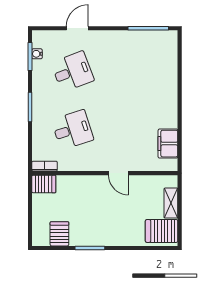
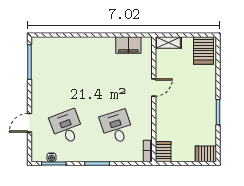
door: (77, 28) -> (29, 123), hinge flipped
shelving: (171, 203) -> (168, 43), moved
server rack: (59, 234) -> (206, 154), moved

